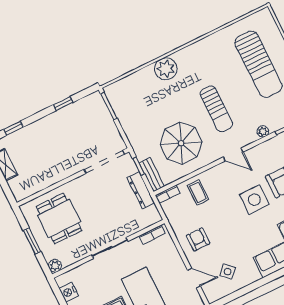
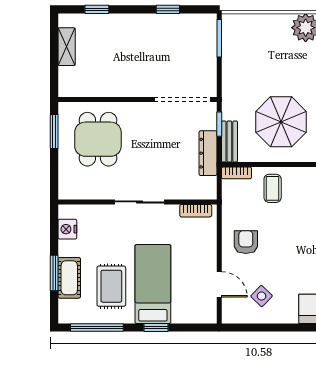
window: (32, 241) -> (54, 131), moved
plant: (55, 266) -> (66, 191), removed

